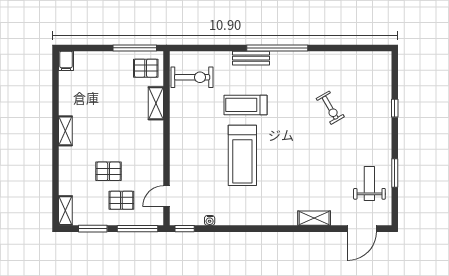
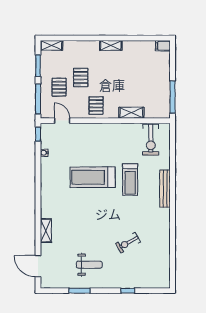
window: (277, 48) -> (173, 203), removed
bench: (251, 58) -> (165, 189), width x1.36
pallet: (146, 68) -> (96, 106), moved
treadmill: (246, 105) -> (130, 180), turned 180
weight bench: (369, 184) -> (89, 265), moved

